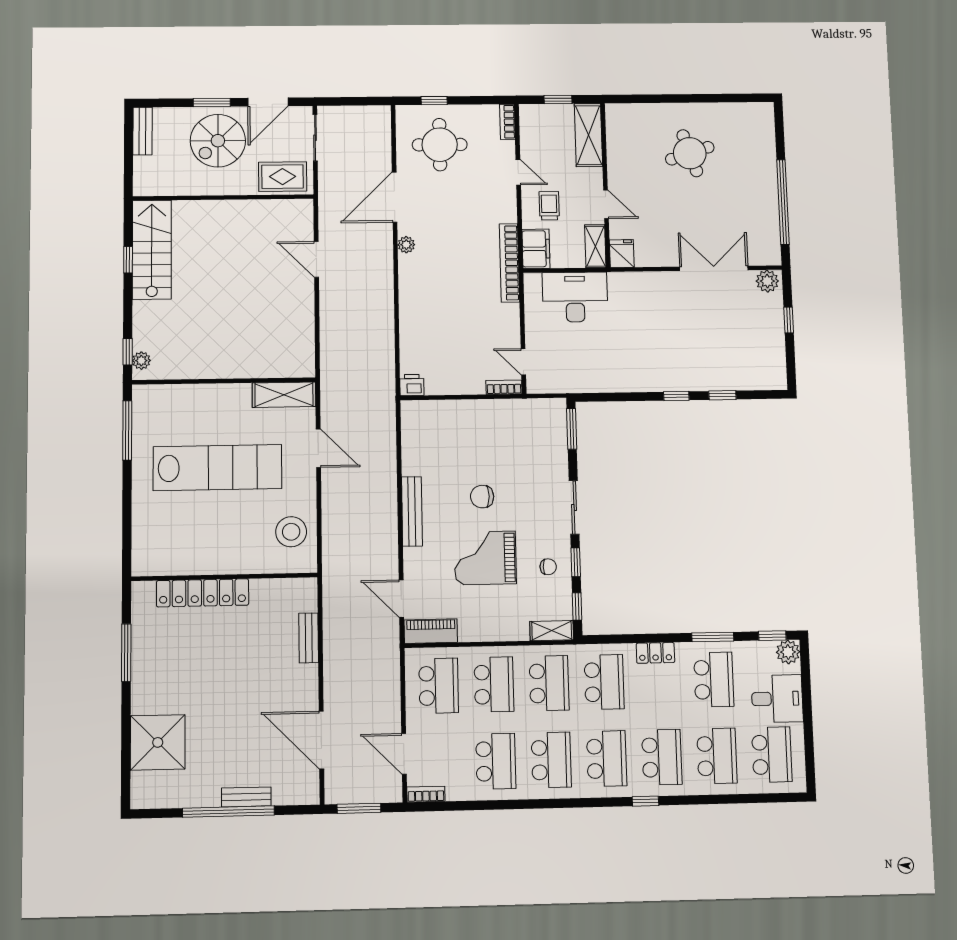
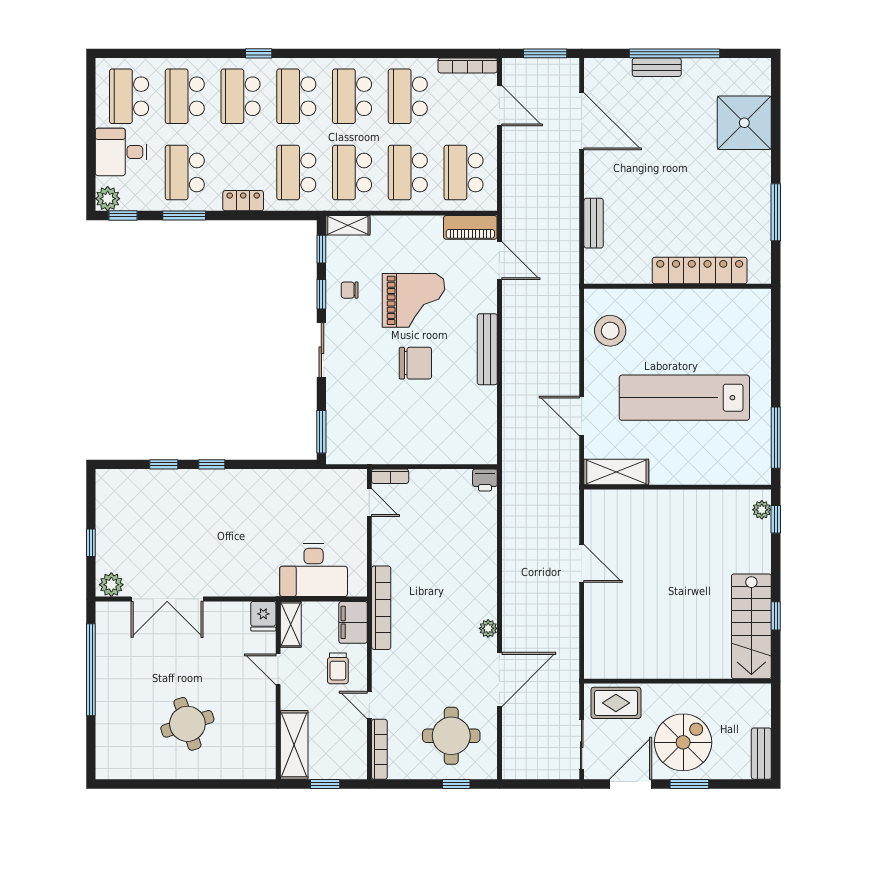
bookcase: (507, 122) -> (379, 749), width x1.56
door: (316, 259) -> (582, 563), moved
chair: (482, 497) -> (415, 363), width x1.37, depth x1.37
bookcase: (426, 794) -> (468, 65), width x1.56

